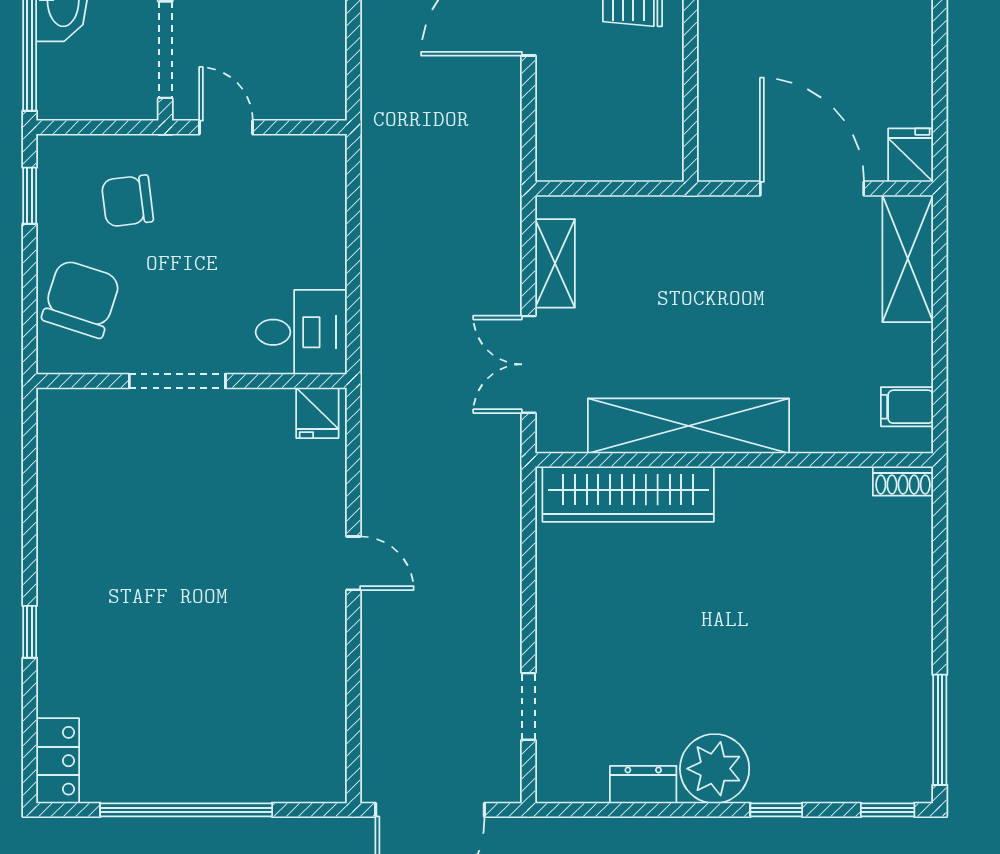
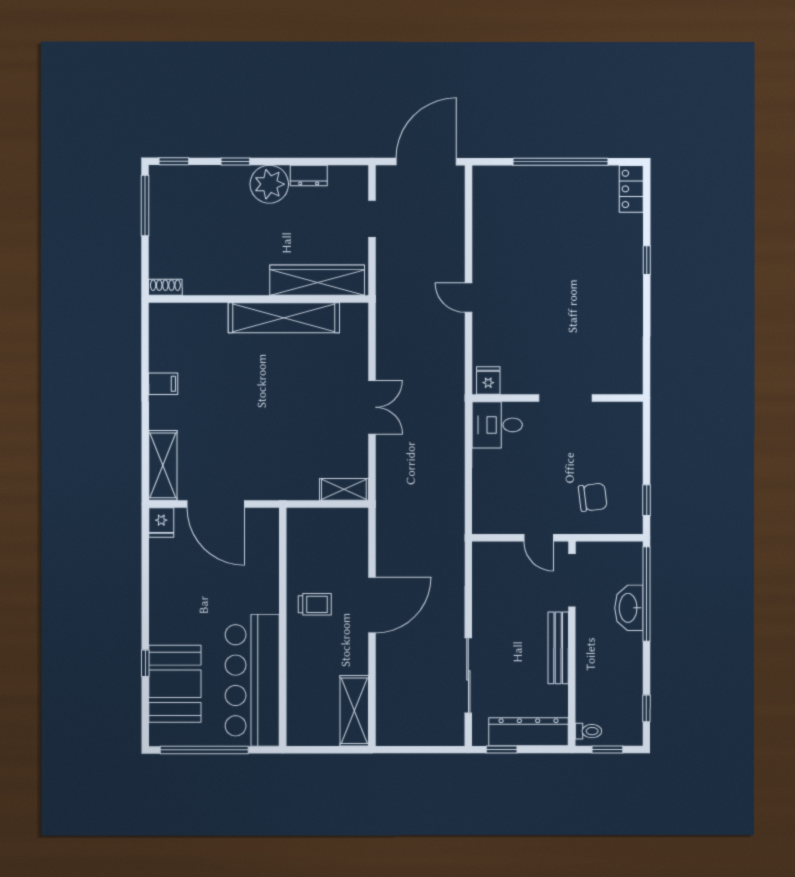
shelving: (555, 263) -> (344, 489), moved, turned 90
chair: (81, 299) -> (618, 443), removed
shelving: (688, 426) -> (284, 318), moved
wall: (734, 460) -> (259, 299), moved
shoe rack: (903, 481) -> (165, 287), moved
wardrobe: (628, 494) -> (317, 280), moved

